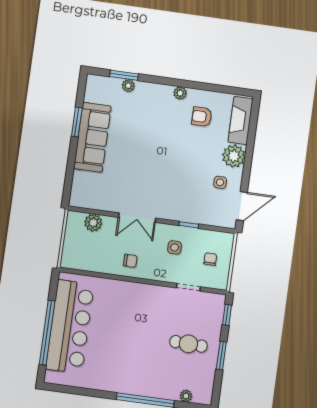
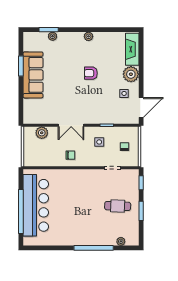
armchair: (202, 117) -> (91, 73), moved

